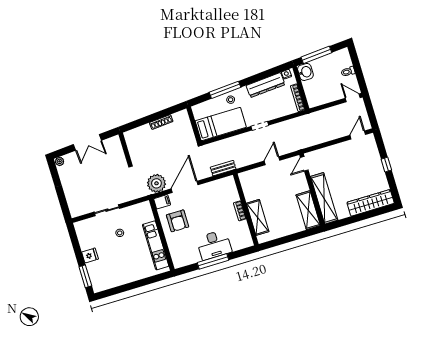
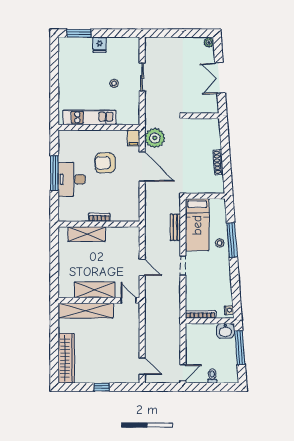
dresser: (266, 85) -> (224, 284), removed
bench: (223, 168) -> (175, 227), moved
shelving: (308, 210) -> (95, 290), moved
armchair: (178, 221) -> (105, 163), moved

